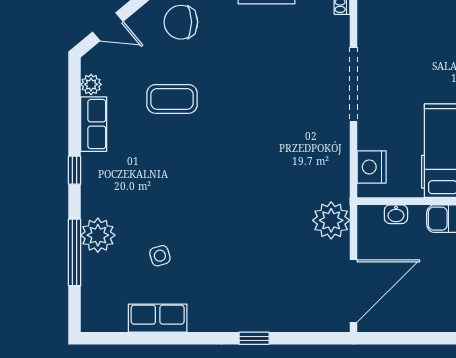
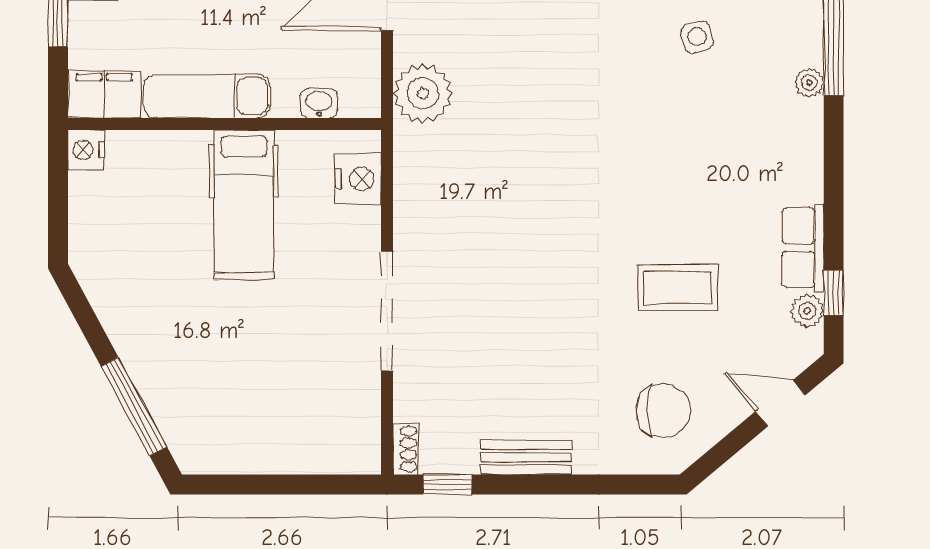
window: (75, 170) -> (834, 293), moved
plant: (98, 235) -> (809, 82), width x0.53, depth x0.53

